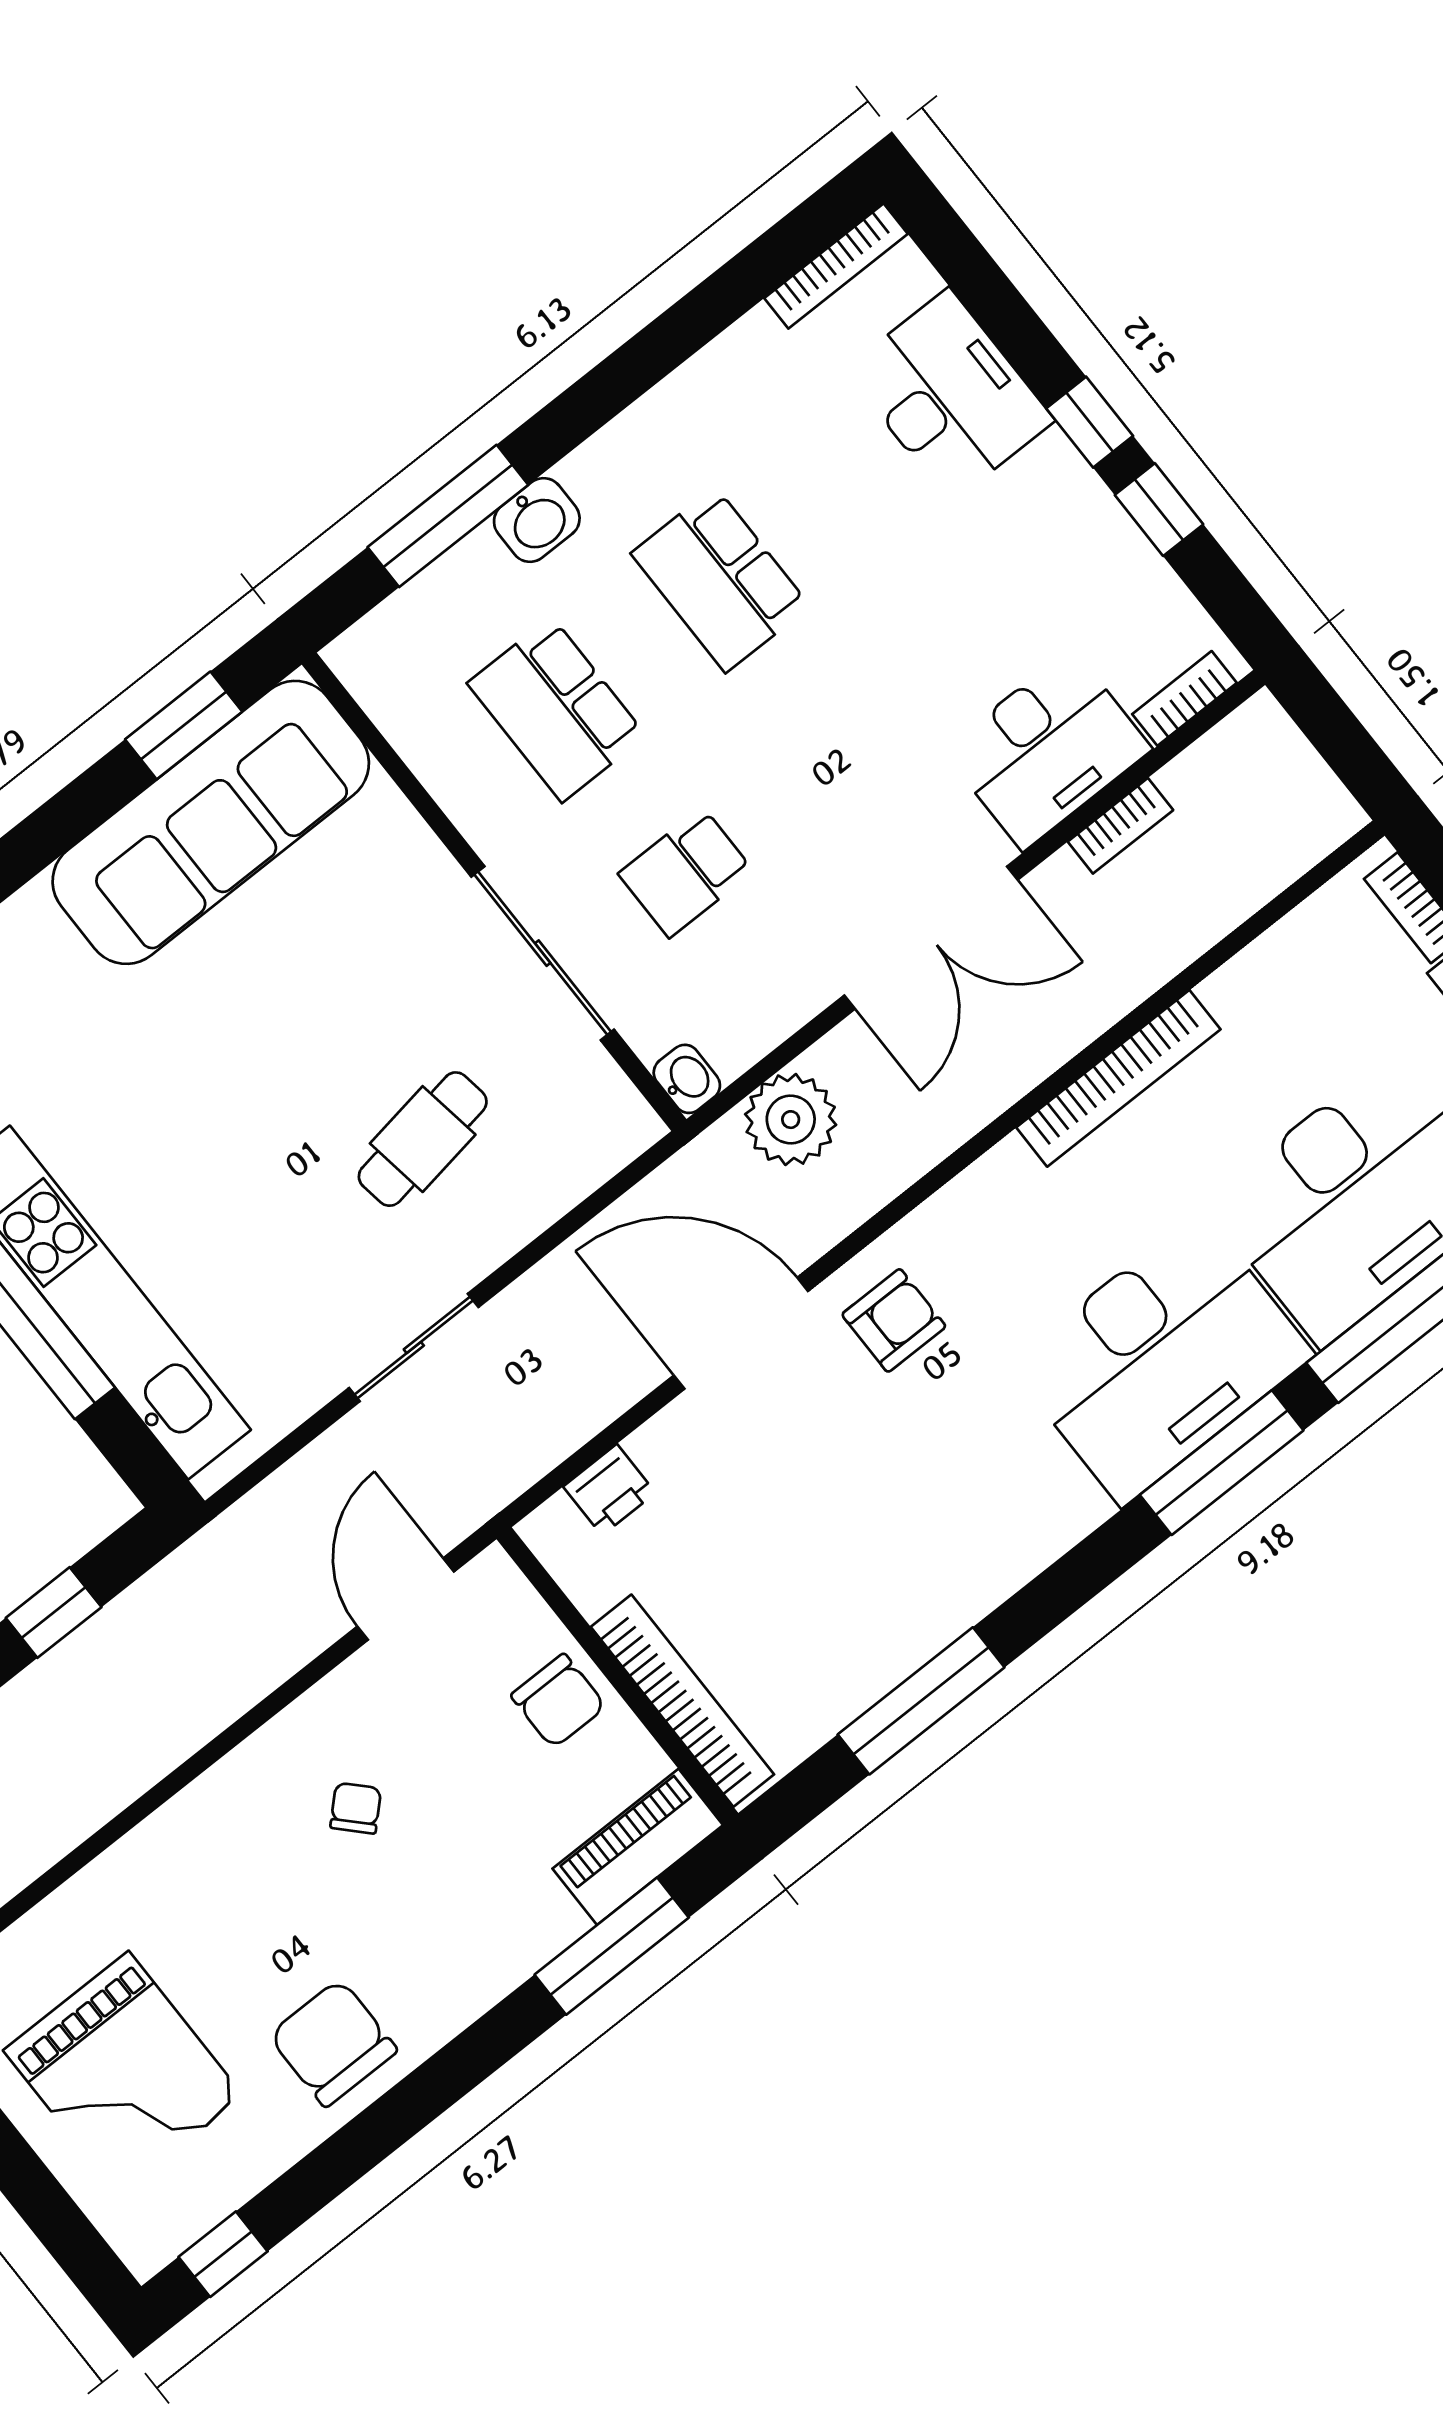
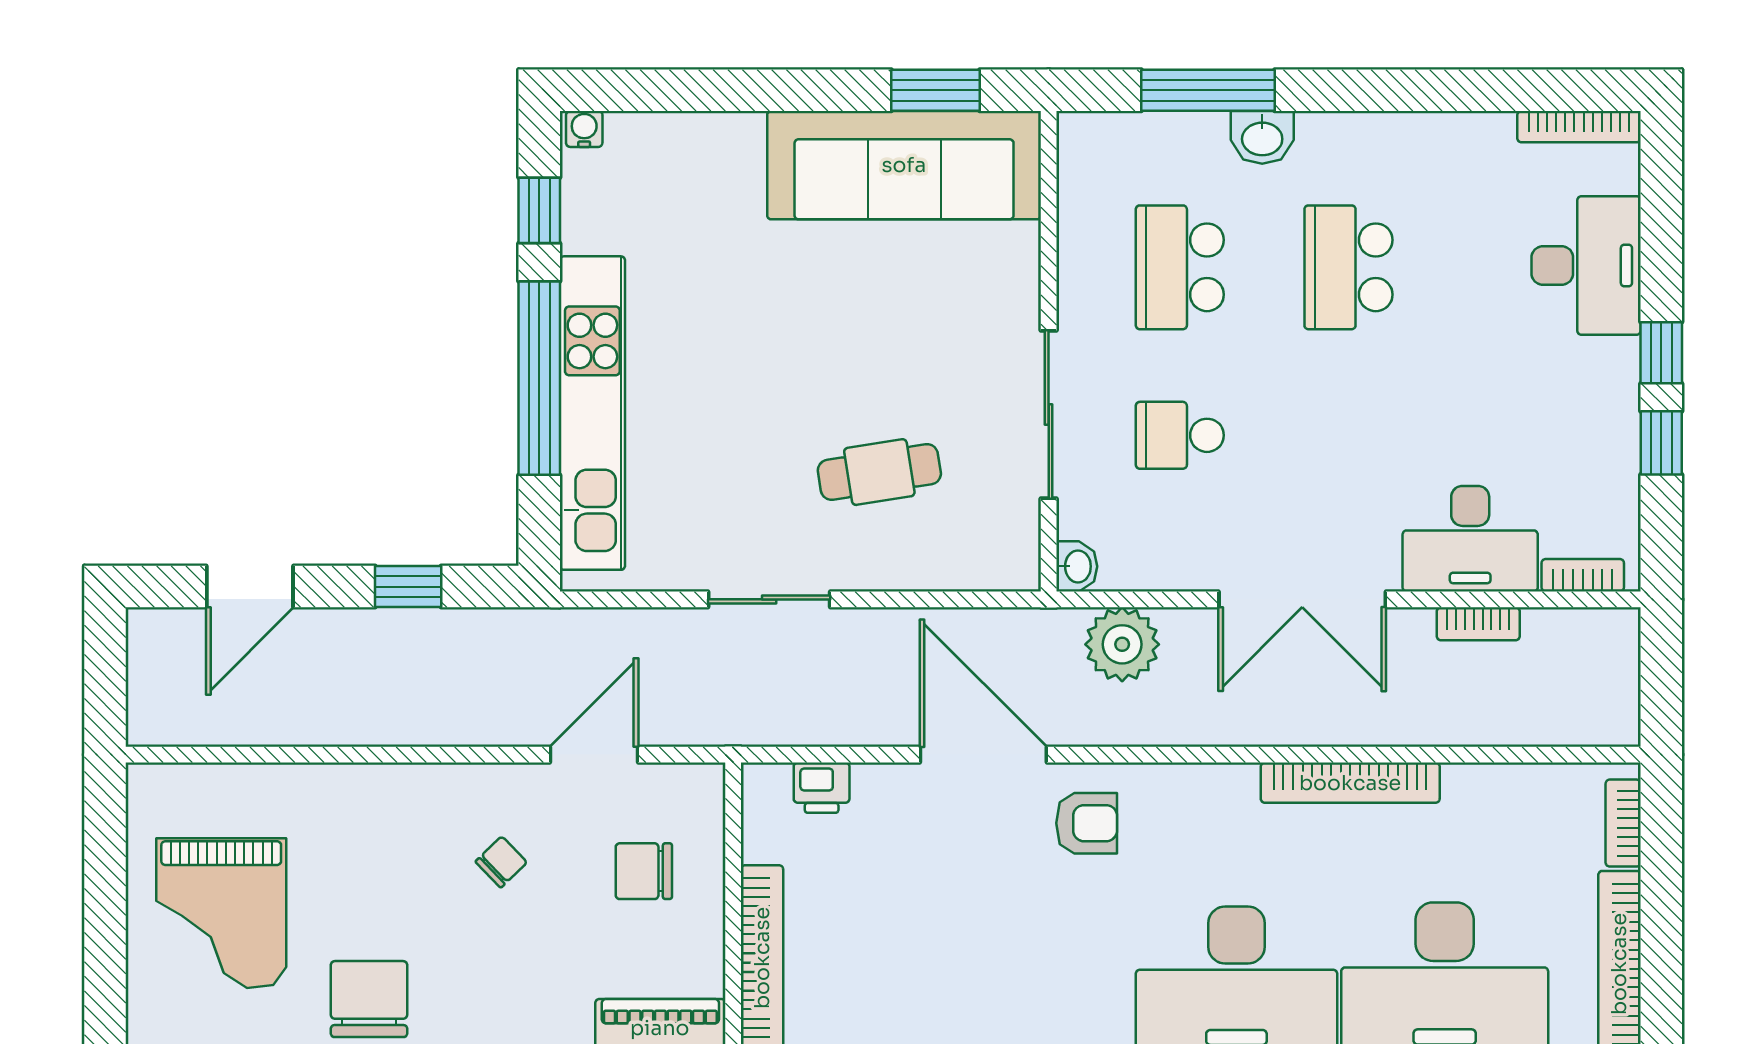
door: (406, 1599) -> (594, 755), moved
chair: (558, 1701) -> (644, 871), moved, turned 90

